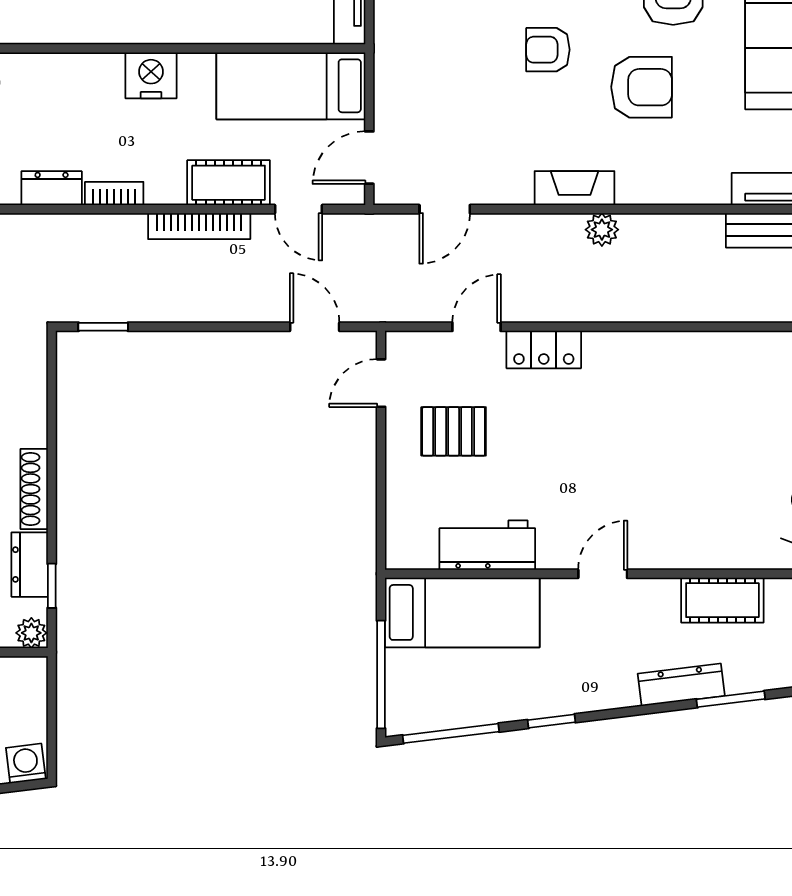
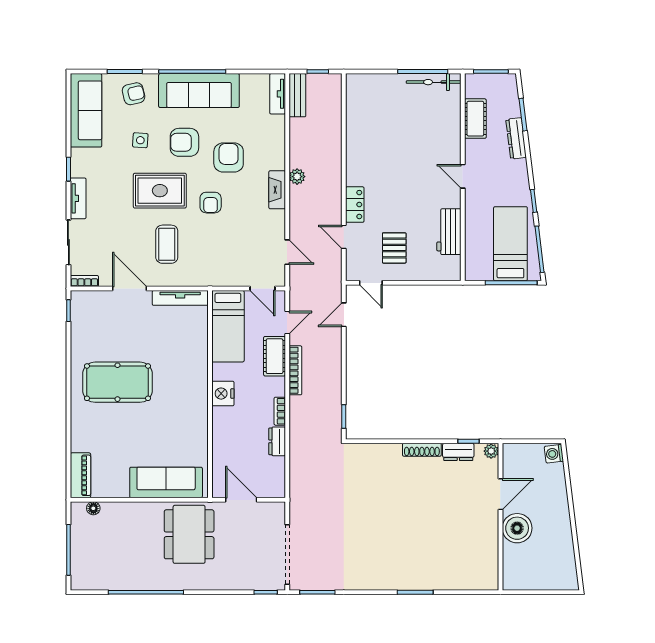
bed: (462, 612) -> (510, 244), moved

